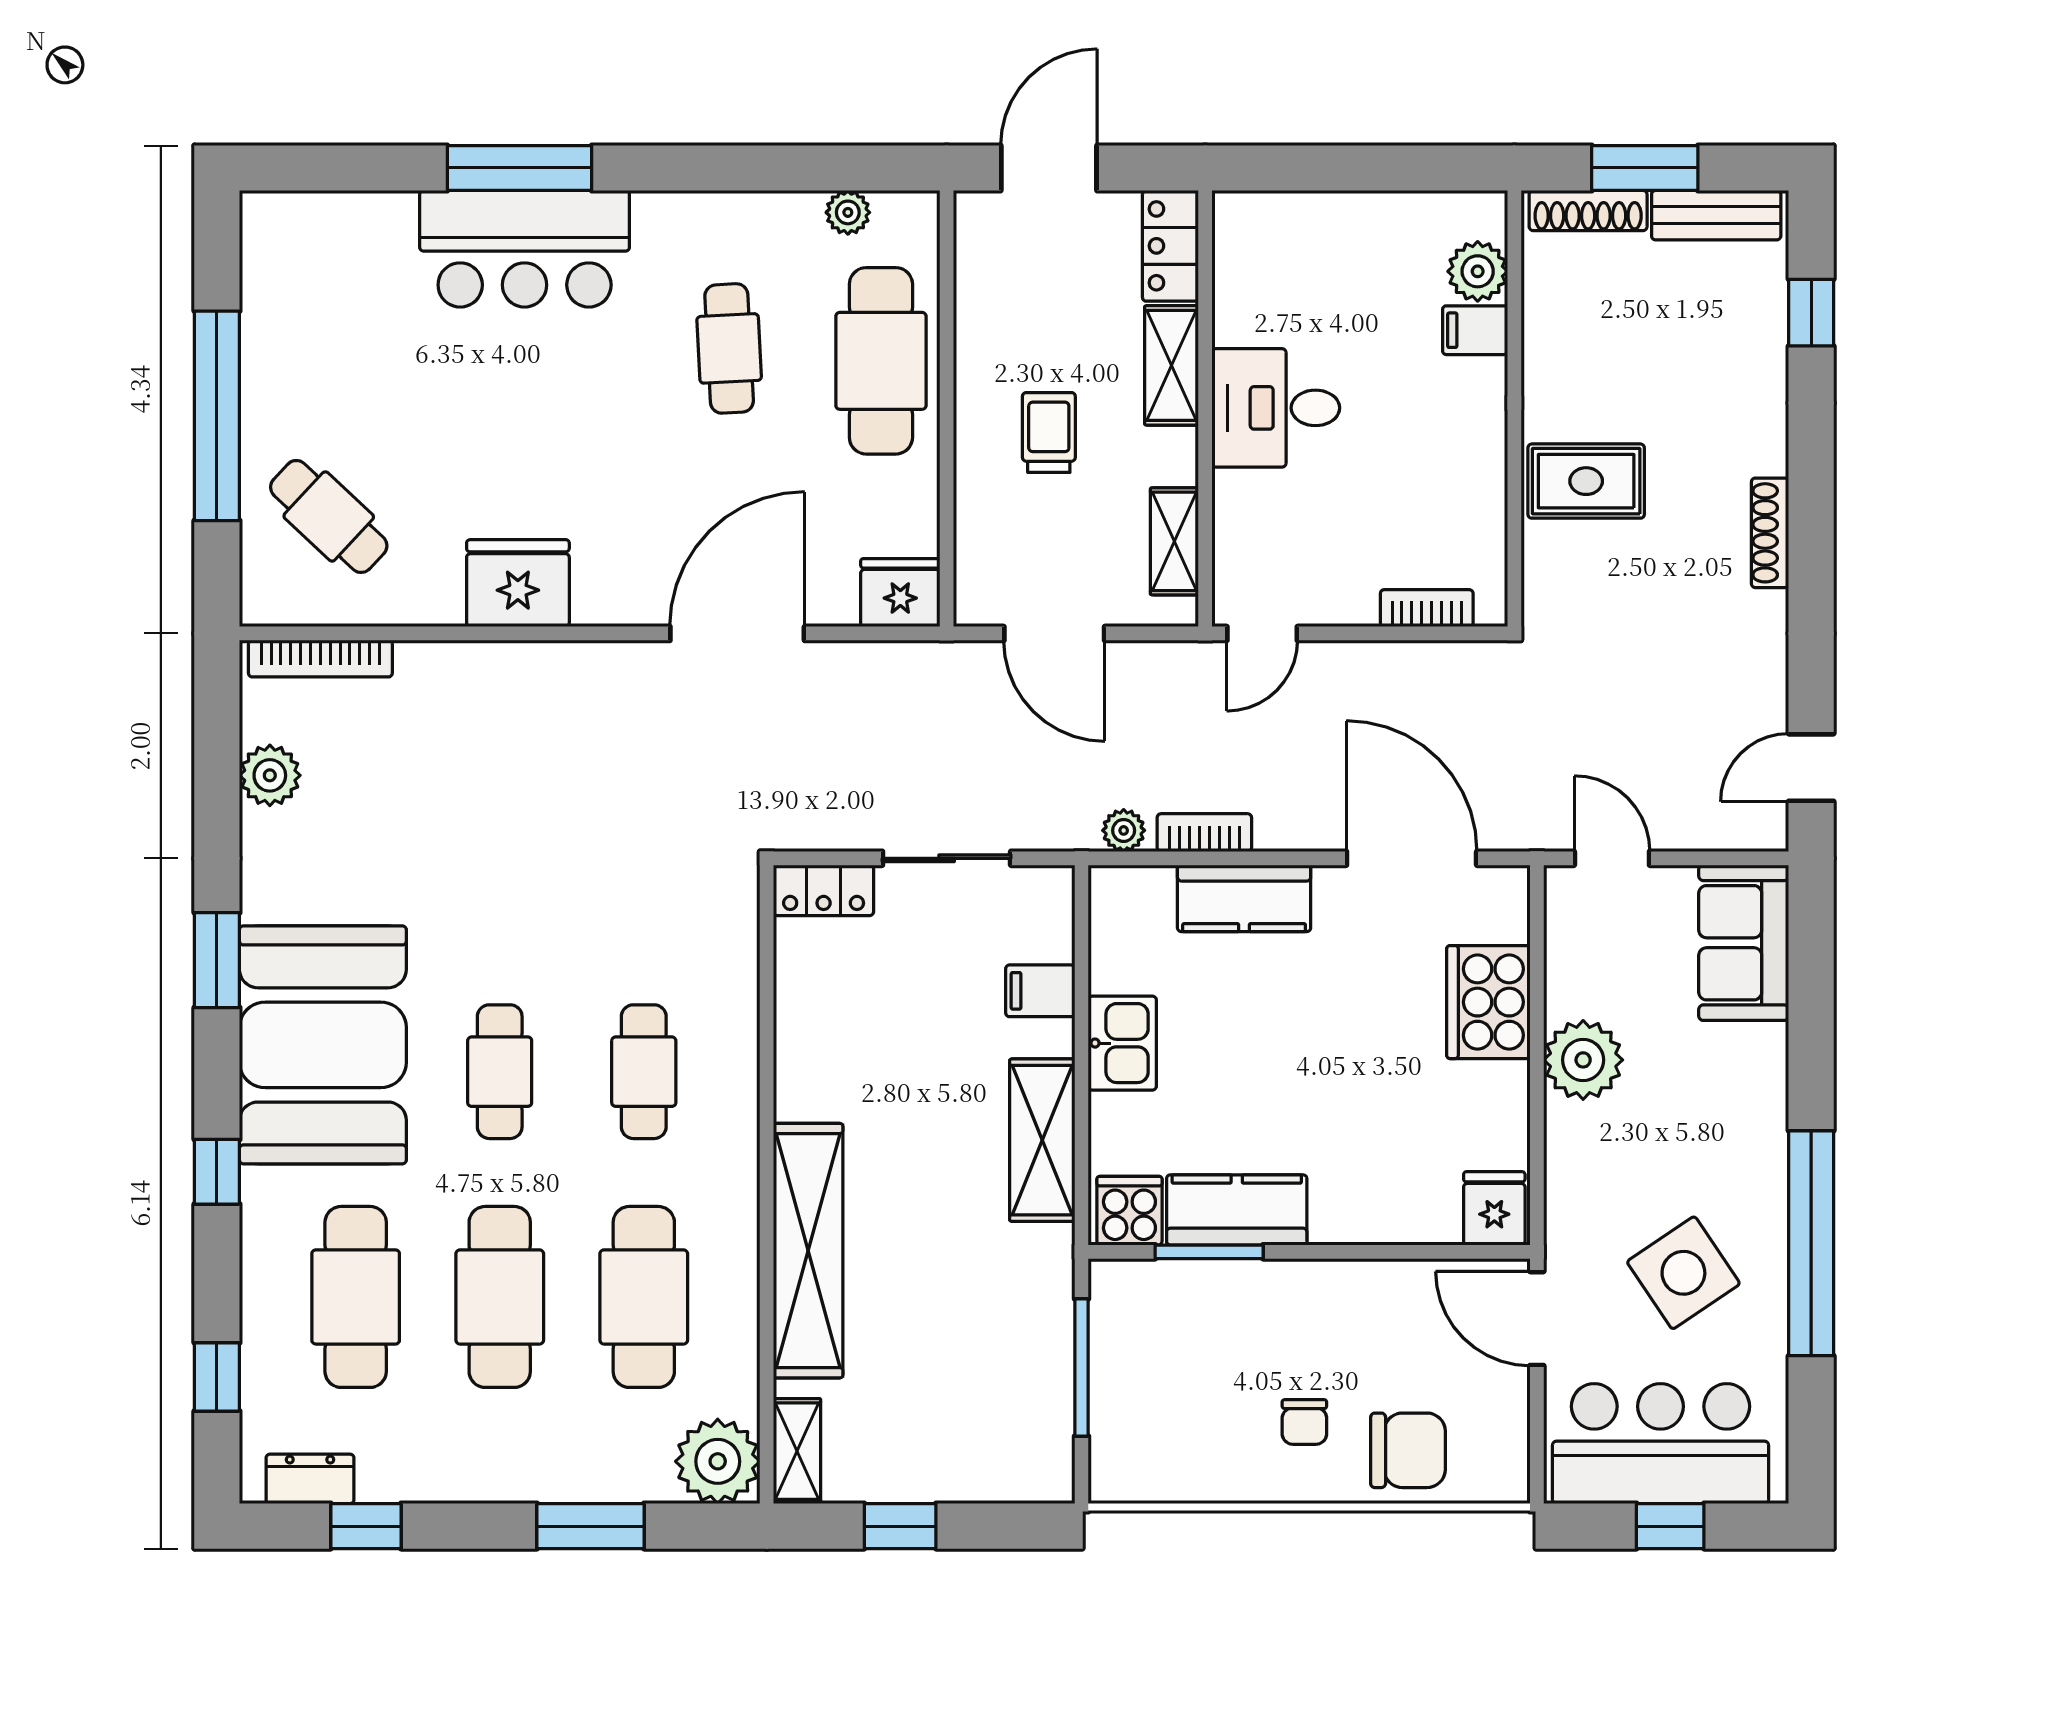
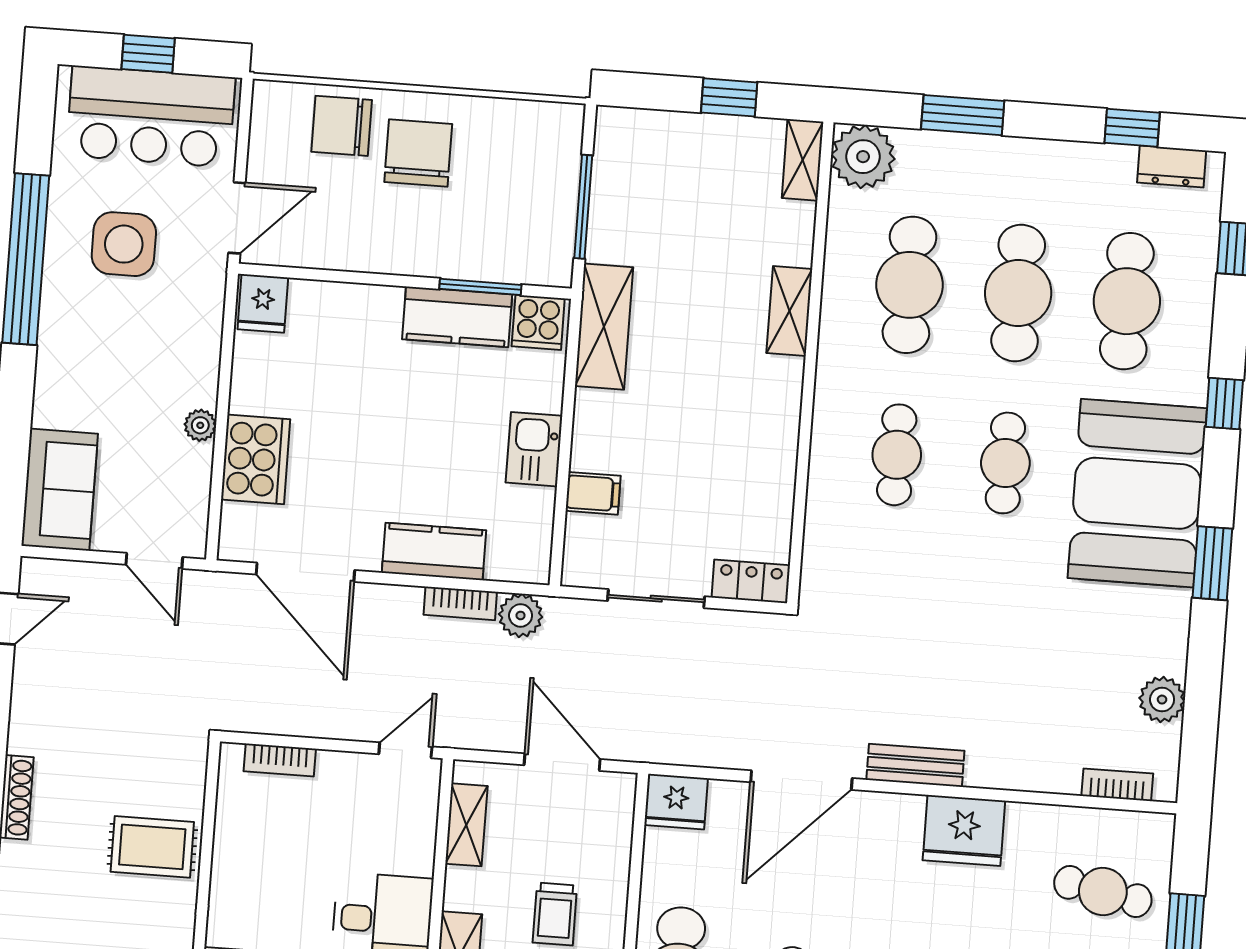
cafe table: (329, 516) -> (1103, 892), turned -32
bookcase: (320, 659) -> (1117, 785), width x0.64
bench: (588, 664) -> (915, 765), added
plant: (1124, 830) -> (521, 615), width x1.38, depth x1.38
plant: (1583, 1060) -> (200, 425), width x0.53, depth x0.53
shelving: (1042, 1140) -> (604, 327), moved
shelving: (808, 1251) -> (789, 311), width x0.45, depth x0.75
side table: (1683, 1273) -> (124, 244), turned 34
door: (1537, 1319) -> (237, 218), hinge flipped
chair: (1304, 1422) -> (418, 153), width x1.87, depth x1.87

